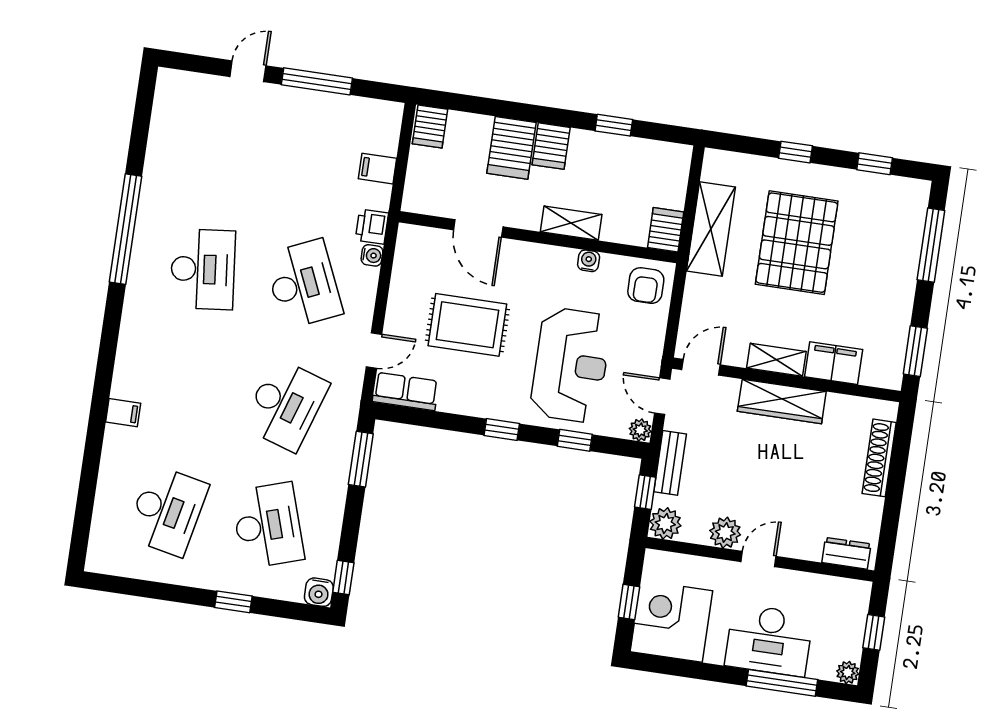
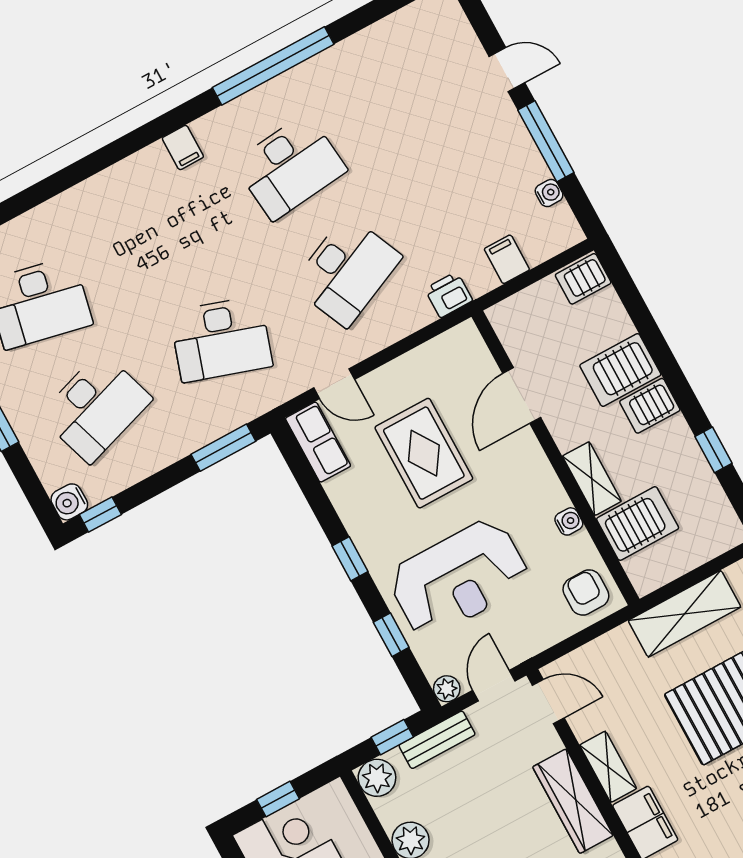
server rack: (666, 230) -> (638, 523), moved, width x1.36, depth x1.44
water cooler: (372, 255) -> (549, 193), moved, turned -90
armchair: (646, 286) -> (586, 592), turned 90
filing cabinet: (123, 413) -> (183, 148), moved

